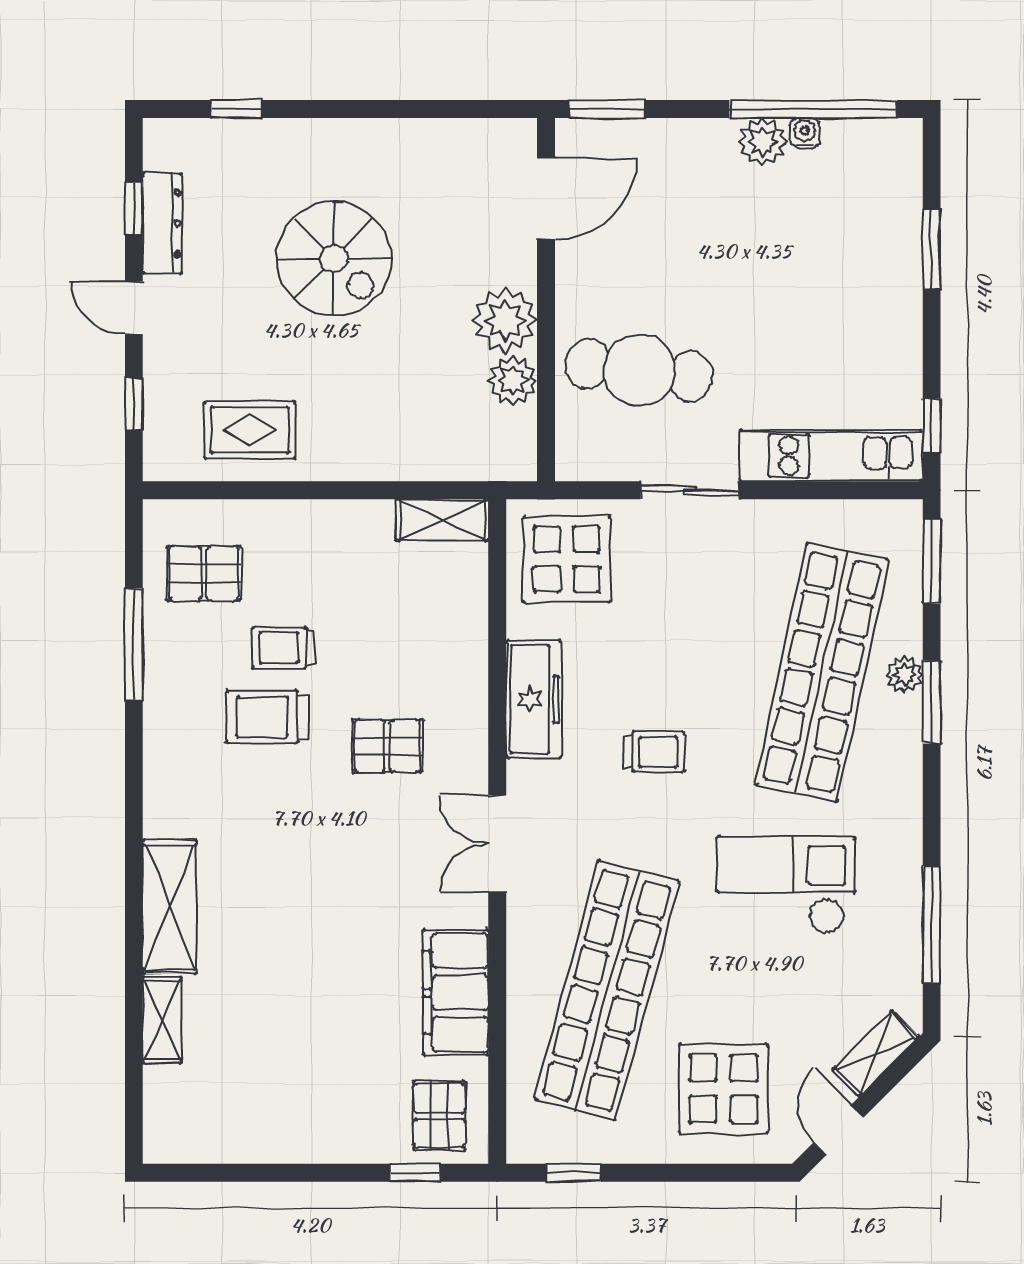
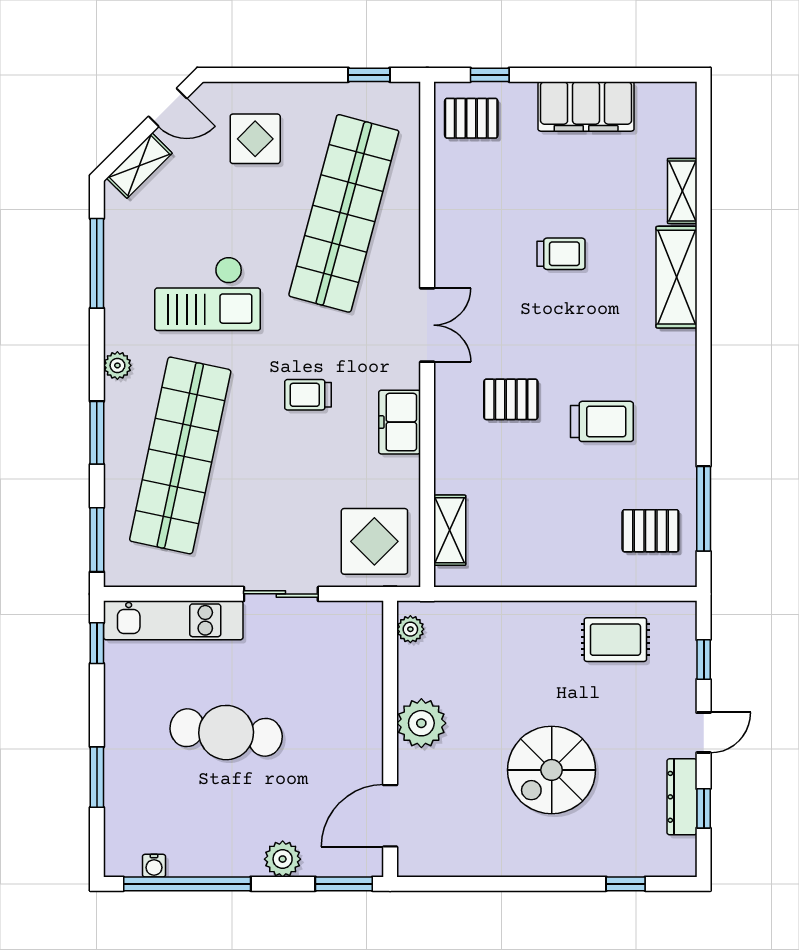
water cooler: (805, 133) -> (154, 866), moved
plant: (762, 142) -> (283, 859), moved
spiral stairs: (334, 259) -> (552, 770), turned -90
door: (134, 308) -> (704, 733), hinge flipped
cafe table: (639, 370) -> (226, 733), moved
plant: (513, 380) -> (410, 629), moved, width x0.73, depth x0.73
shelving: (442, 520) -> (450, 530), moved, turned 90
window: (134, 644) -> (704, 509), moved
trolley: (284, 648) -> (561, 254), moved
plant: (905, 675) -> (117, 365), moved
freezer: (534, 699) -> (400, 422), width x0.71
filing cabinet: (456, 993) -> (586, 106), moved, turned 90
display table: (723, 1089) -> (255, 139), width x0.73, depth x0.73
pallet: (439, 1116) -> (471, 118), turned 90
door: (839, 1130) -> (168, 107), hinge flipped

